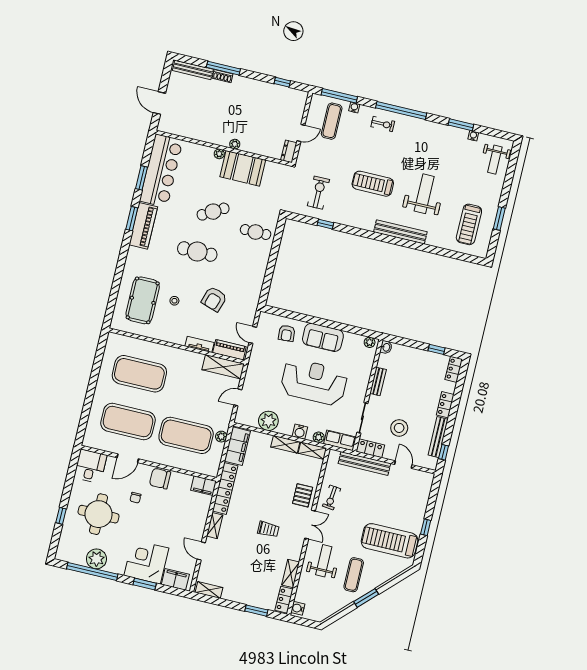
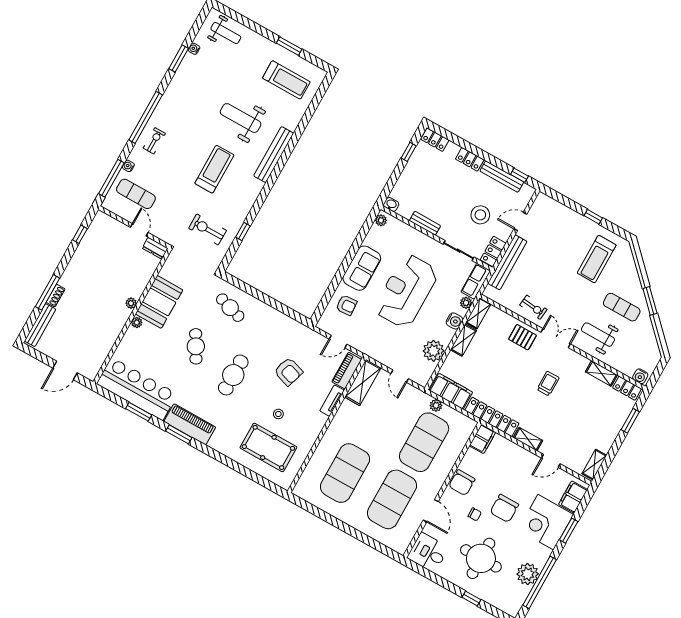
treadmill: (373, 184) -> (214, 169), turned 180
cafe table: (256, 232) -> (230, 308), turned -73
chair: (148, 522) -> (504, 508), added
treadmill: (389, 541) -> (597, 259), width x0.73, depth x0.73

